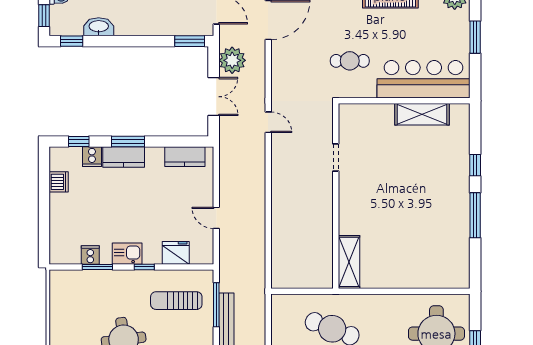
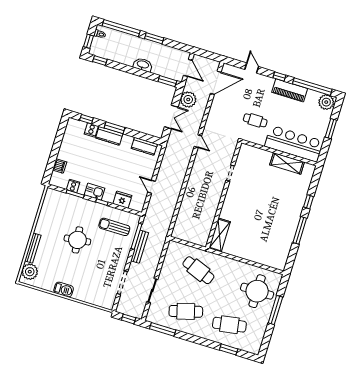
washbasin: (99, 27) -> (143, 65), moved
dishwasher: (59, 182) -> (60, 166), moved

